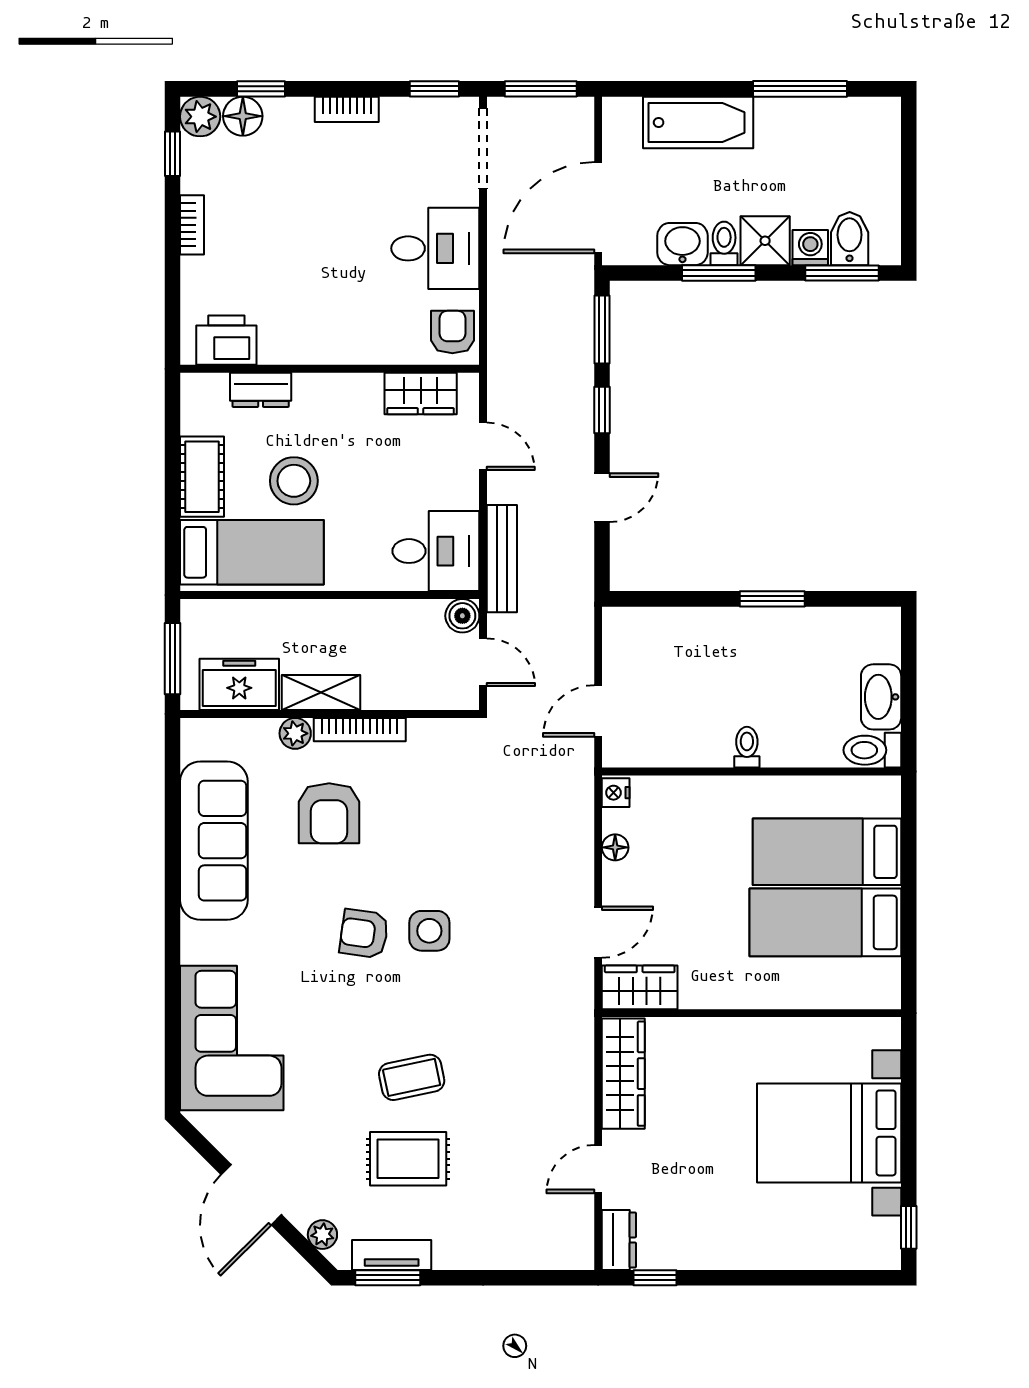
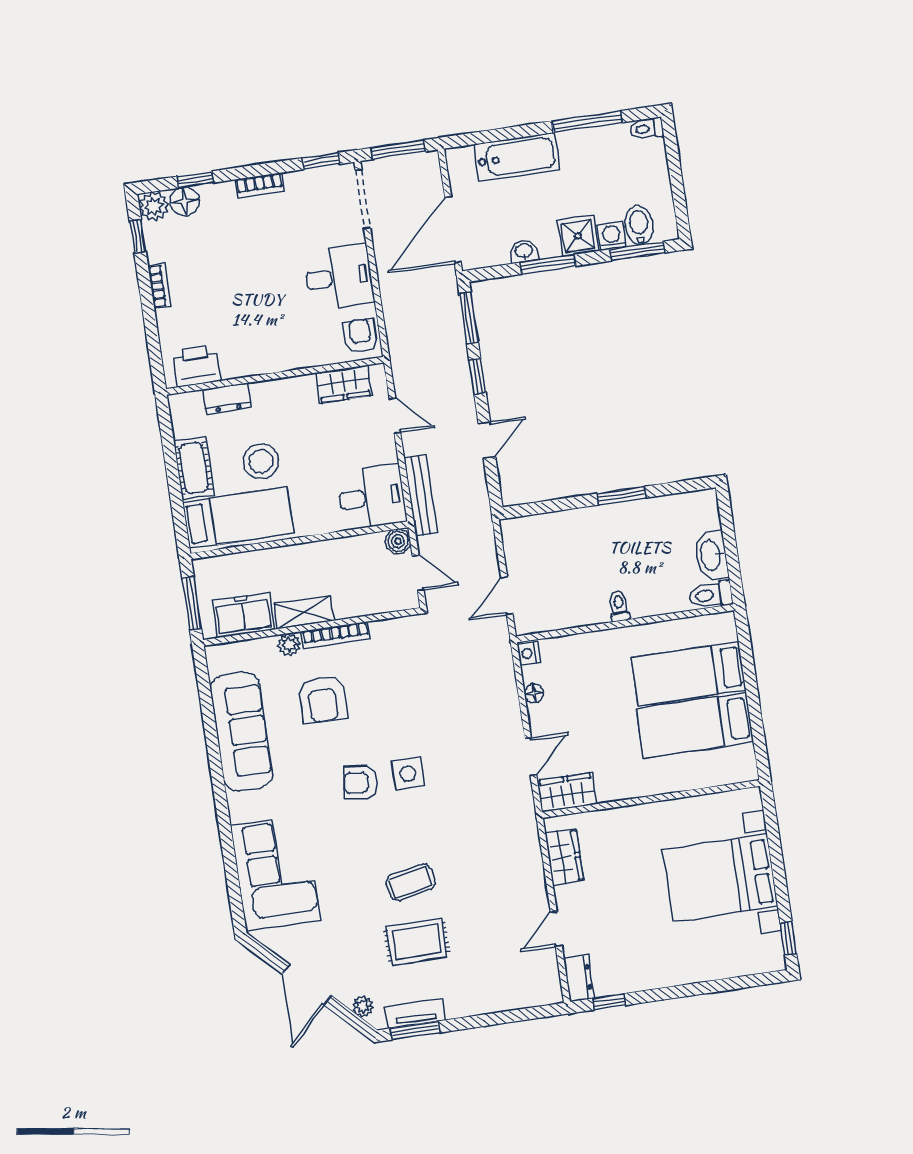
toilet: (724, 243) -> (647, 129), moved, turned -90
washbasin: (682, 244) -> (524, 251), width x0.72, depth x0.69
wardrobe: (623, 1074) -> (564, 857), width x0.67

